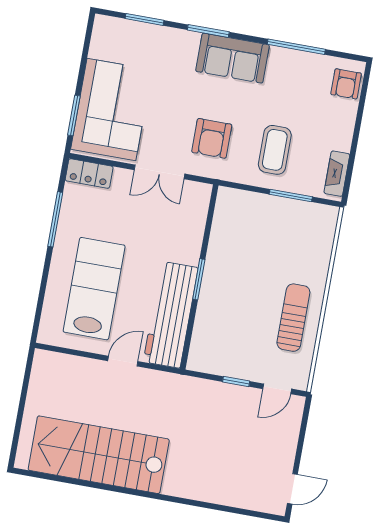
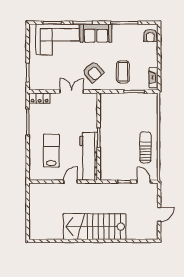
corner sofa: (111, 110) -> (57, 39), moved, turned 90
armchair: (212, 138) -> (93, 72), turned -42
double door: (160, 172) -> (72, 92), swing flipped
lab bench: (94, 289) -> (51, 151), width x0.73, depth x0.72
door: (277, 389) -> (144, 182), swing flipped
stairs: (99, 455) -> (95, 227), moved
door: (292, 489) -> (159, 214), moved

